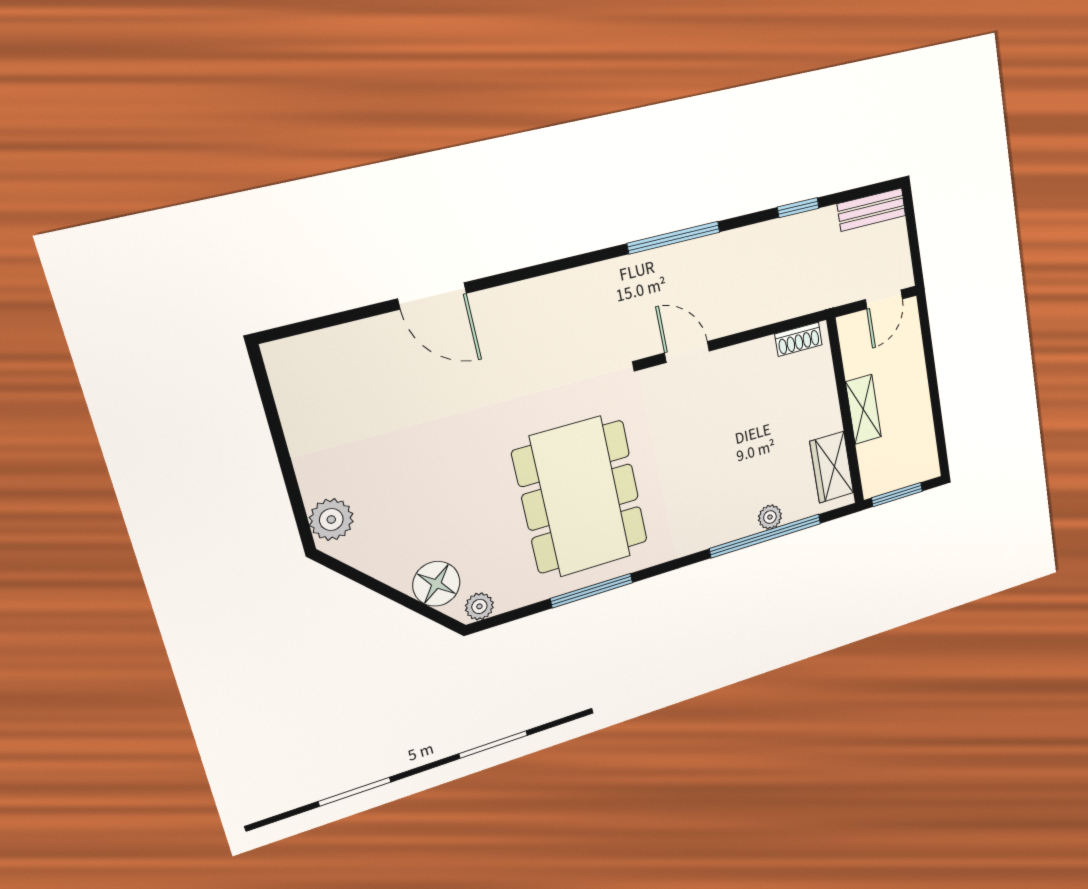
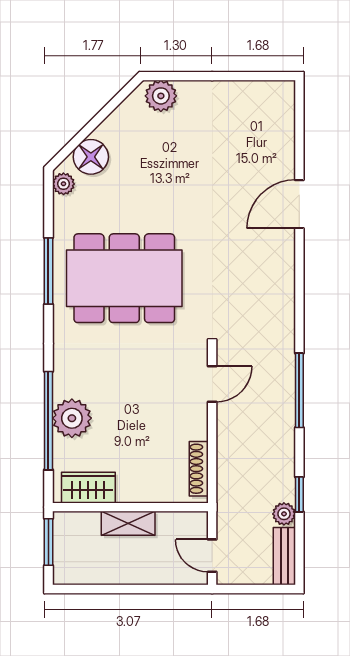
plant: (824, 222) -> (284, 514), added
shoe rack: (798, 339) -> (199, 469), width x1.43
plant: (770, 517) -> (72, 418), width x1.88, depth x1.88

